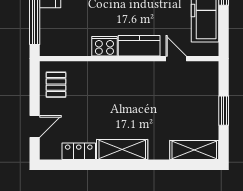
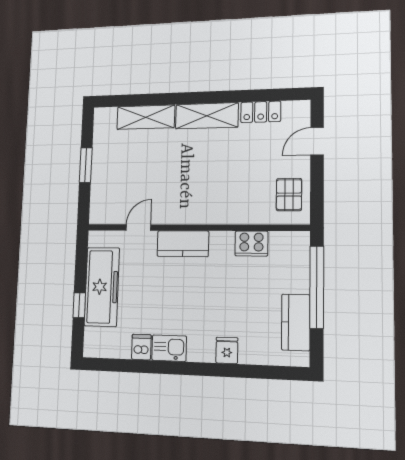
cooker: (104, 46) -> (251, 244), moved
door: (176, 59) -> (138, 228), swing flipped
shelving: (194, 150) -> (146, 117), moved

